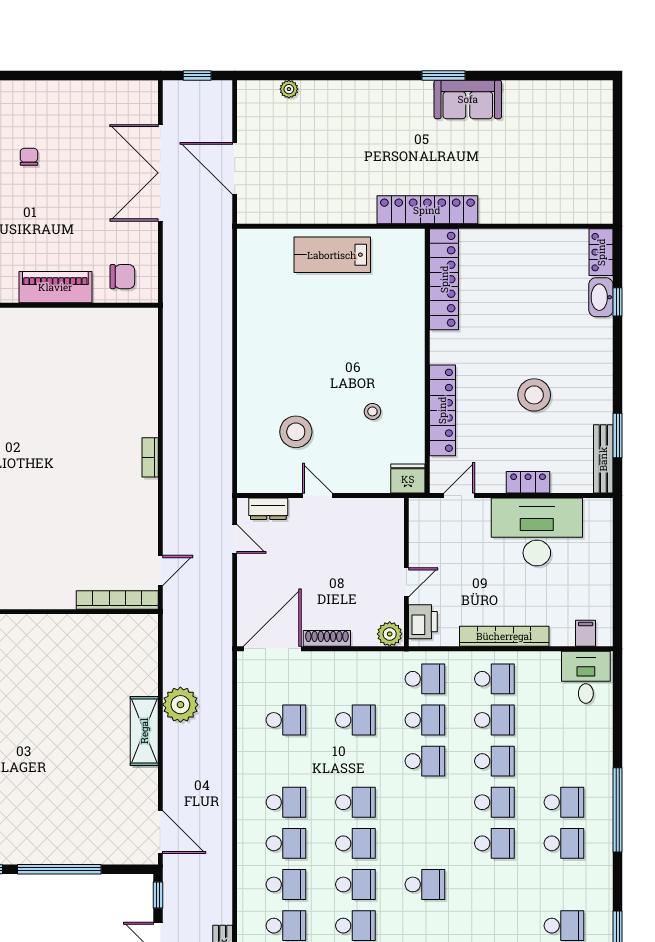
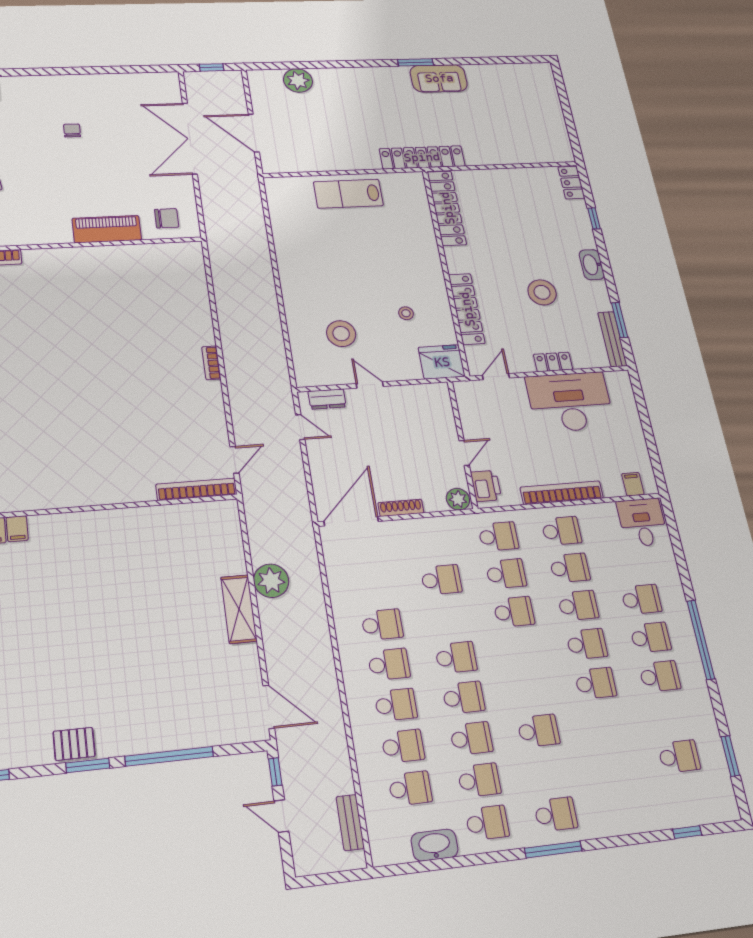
plant: (289, 89) -> (298, 80), width x1.88, depth x1.88
washbasin: (601, 297) -> (592, 265), moved
fridge: (408, 479) -> (442, 362), width x1.36, depth x1.34
school desk: (286, 720) -> (382, 625), moved
school desk: (564, 761) -> (641, 599), added

